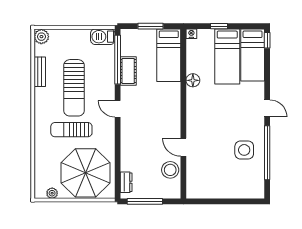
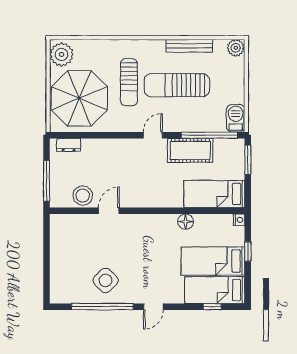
window: (150, 26) -> (248, 160), moved
window: (267, 40) -> (212, 307), moved
cot: (128, 71) -> (190, 150), width x1.37, depth x1.34
bench: (40, 72) -> (189, 46), width x1.36
sun lounger: (71, 130) -> (129, 82), turned 180
side table: (244, 150) -> (106, 280), turned 45
plant: (52, 193) -> (61, 54), width x1.88, depth x1.88
window: (145, 201) -> (47, 181), moved

